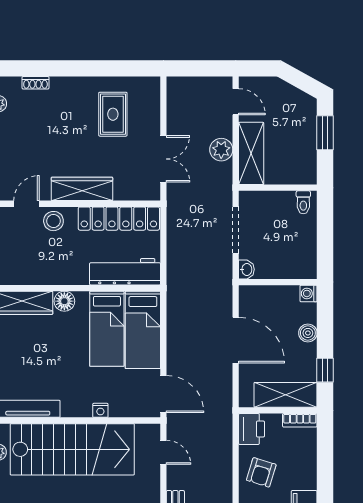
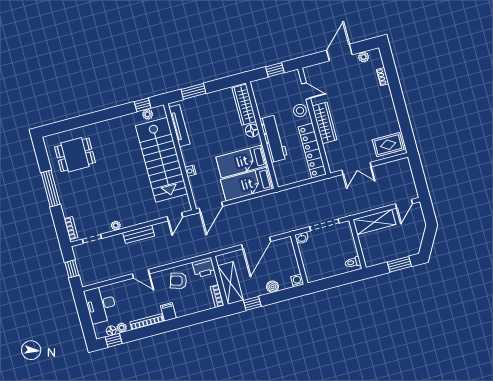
rug: (113, 114) -> (388, 145), moved
plant: (221, 150) -> (372, 203), removed
workbench: (125, 272) -> (274, 139), moved

